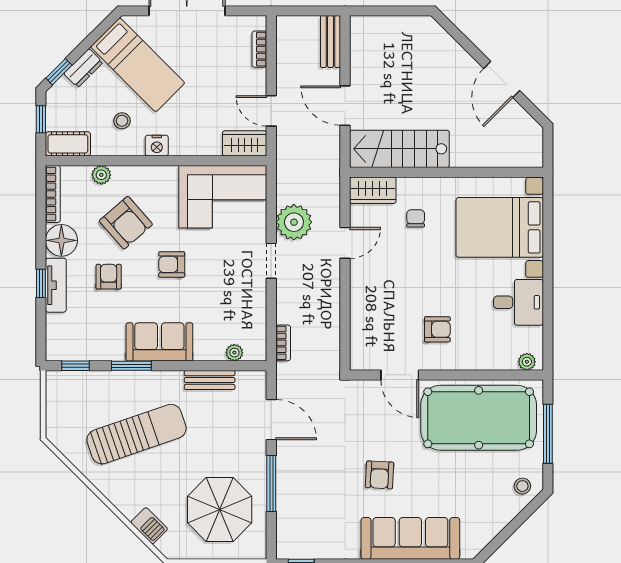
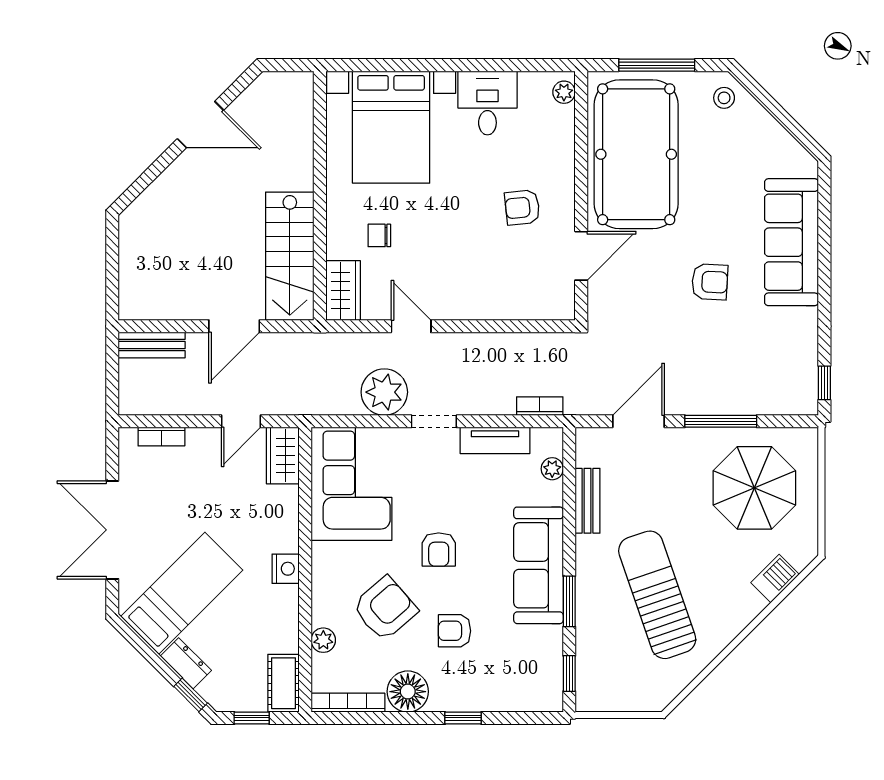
stool: (122, 121) -> (254, 613), removed
tv unit: (56, 285) -> (495, 440), moved, turned 180
armchair: (437, 329) -> (522, 207), turned -96
sofa: (159, 342) -> (539, 565), width x1.36

